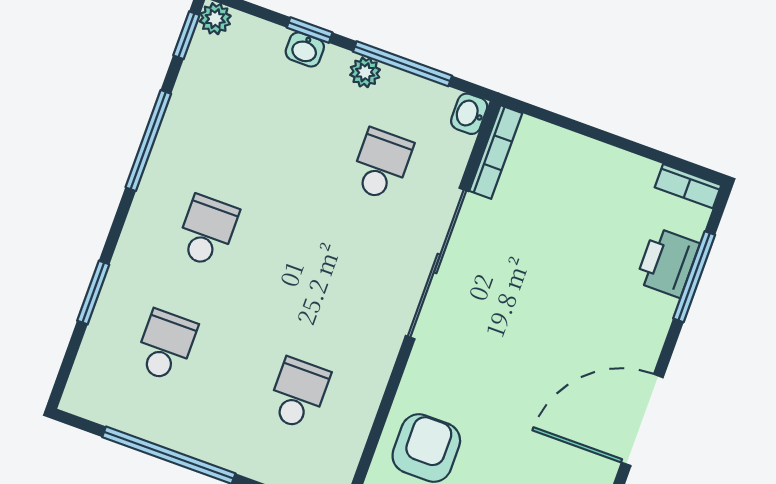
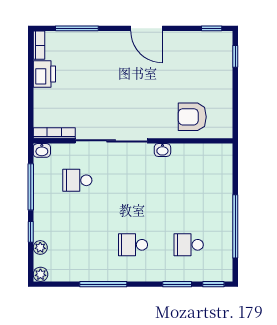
window: (186, 35) -> (213, 284), moved
washbasin: (305, 49) -> (162, 150), moved, turned 90
plant: (365, 72) -> (40, 247), moved
printer: (668, 263) -> (44, 74), moved, turned -90
school desk: (298, 394) -> (189, 180), removed
door: (642, 420) -> (147, 28), width x0.73

